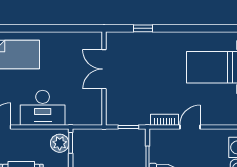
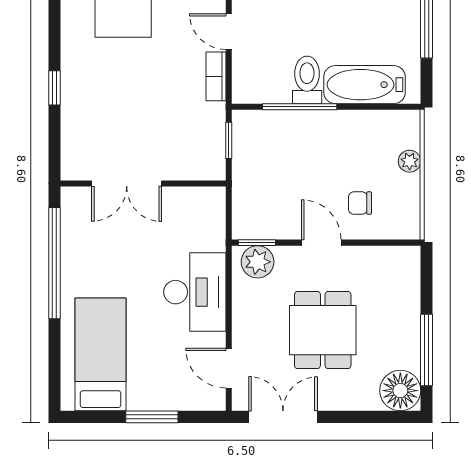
window: (59, 28) -> (54, 263), added
window: (143, 28) -> (54, 88), moved

